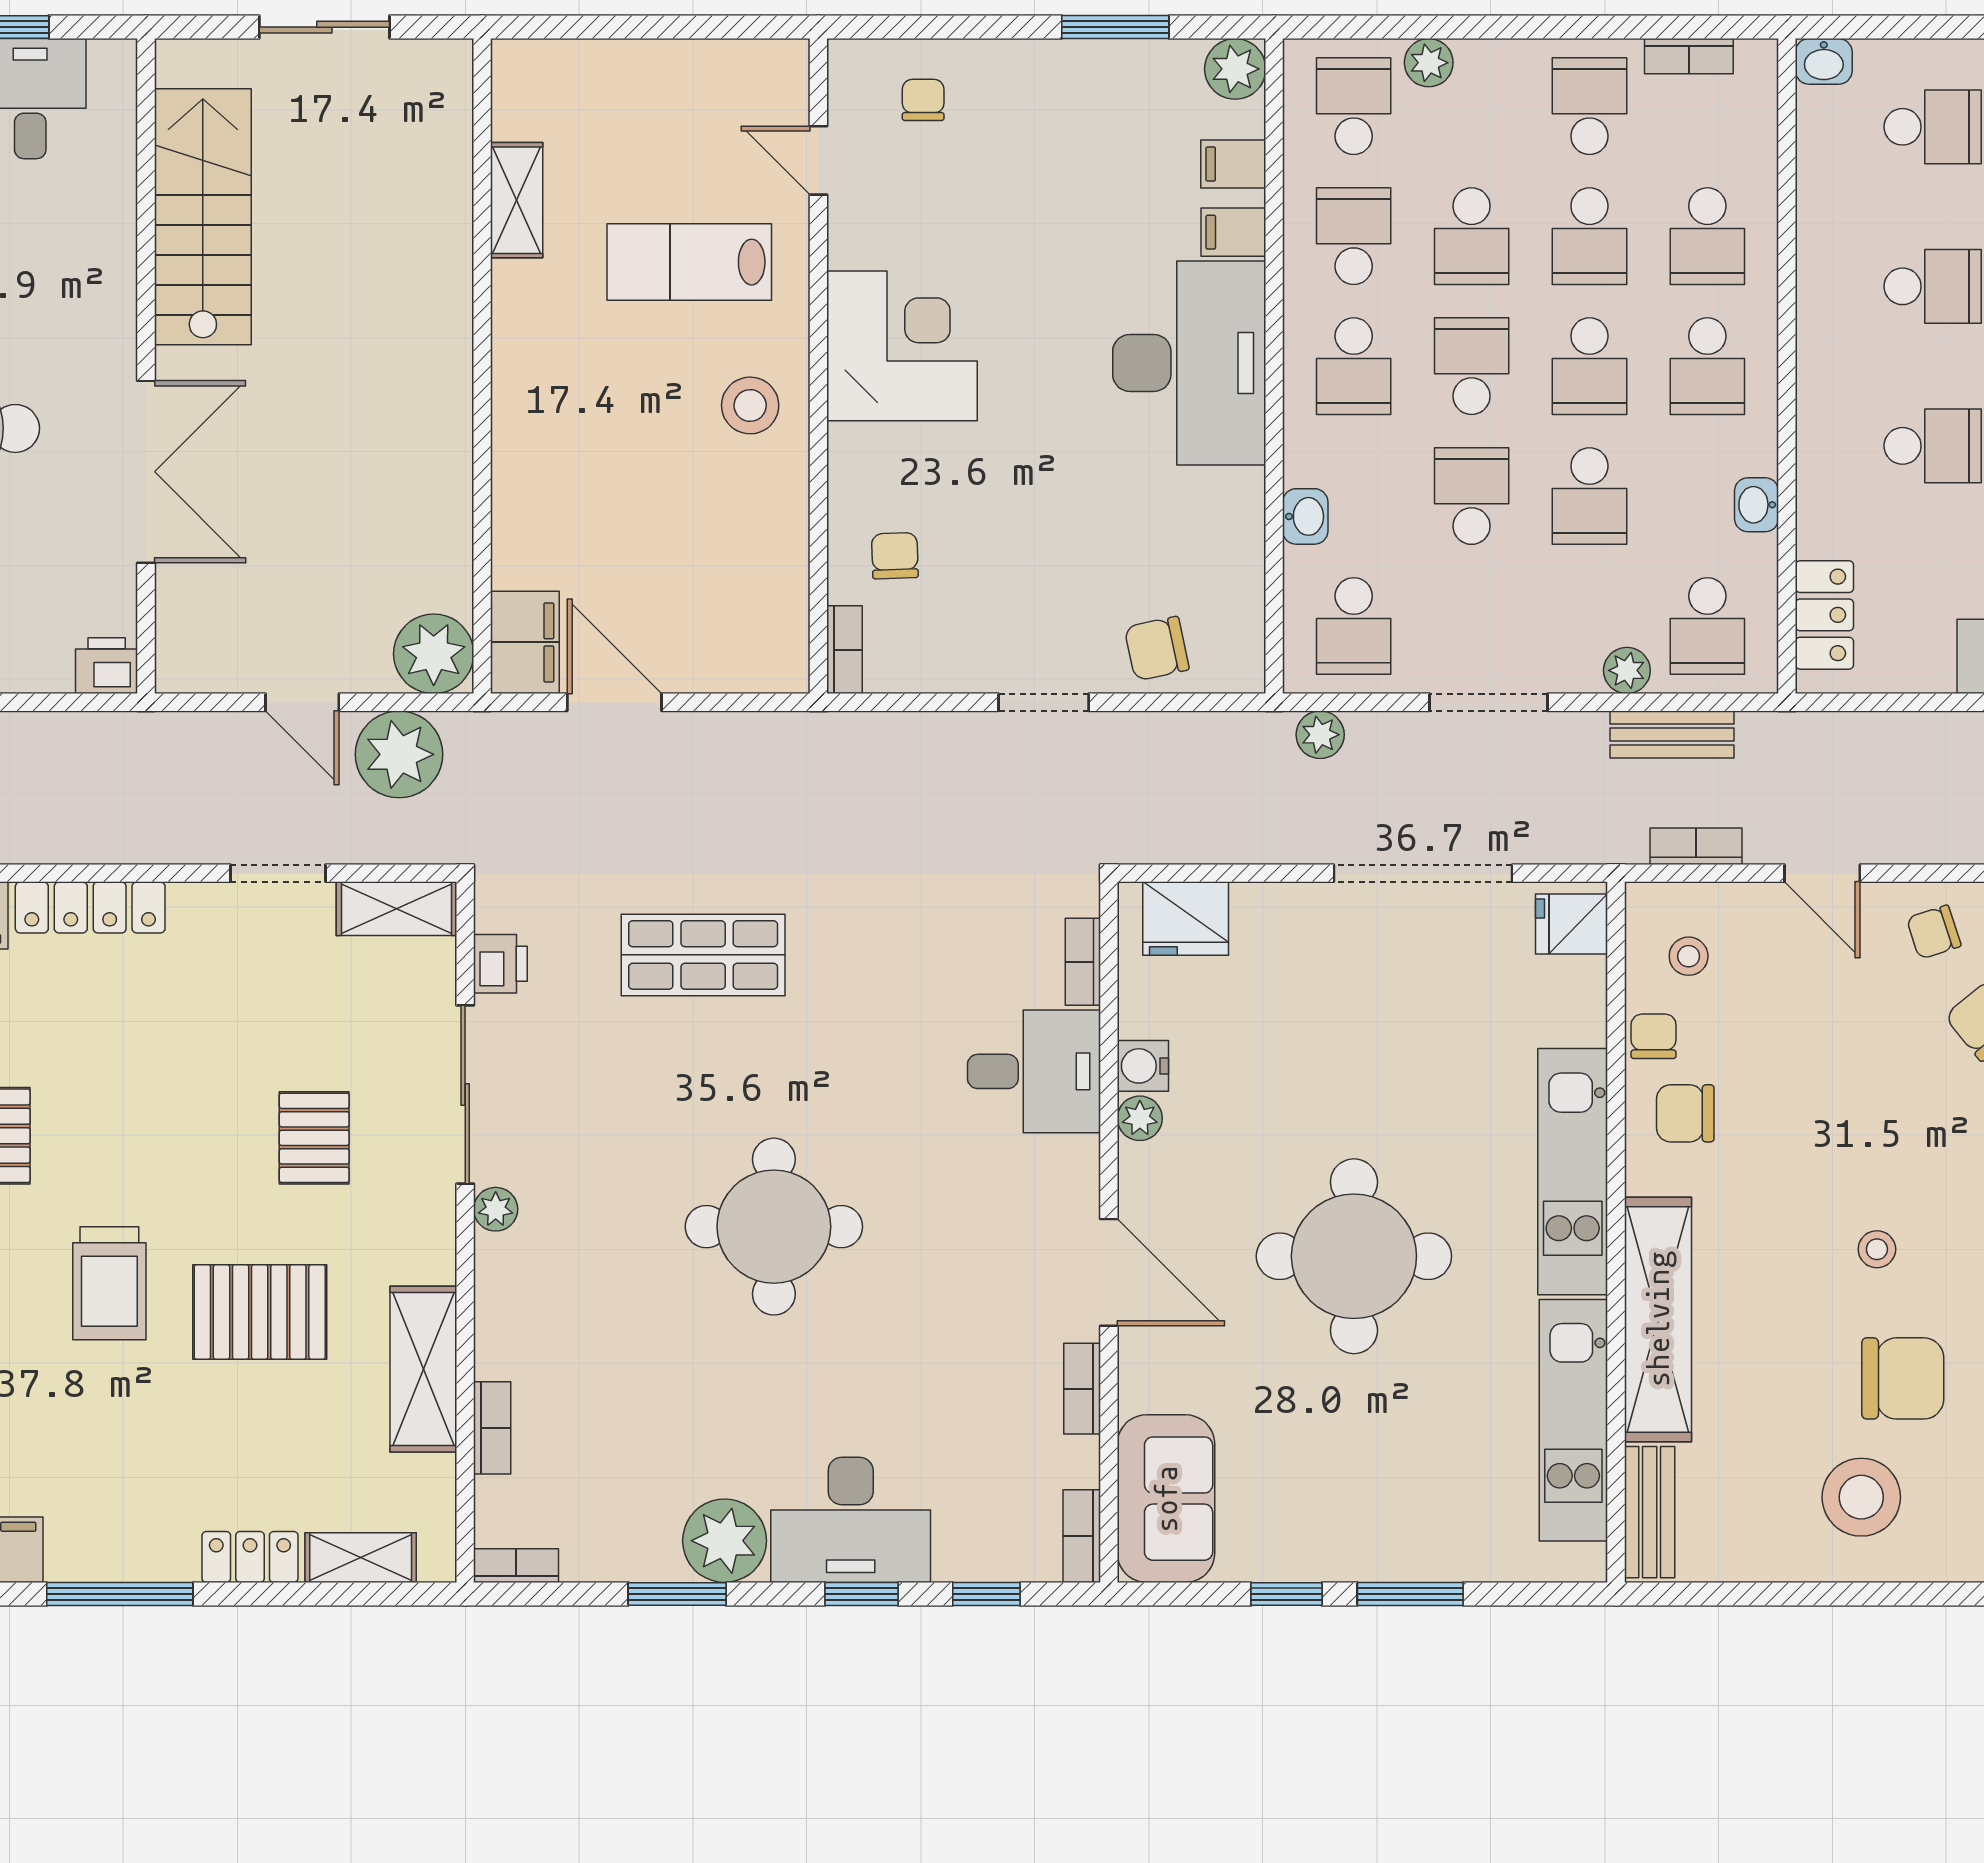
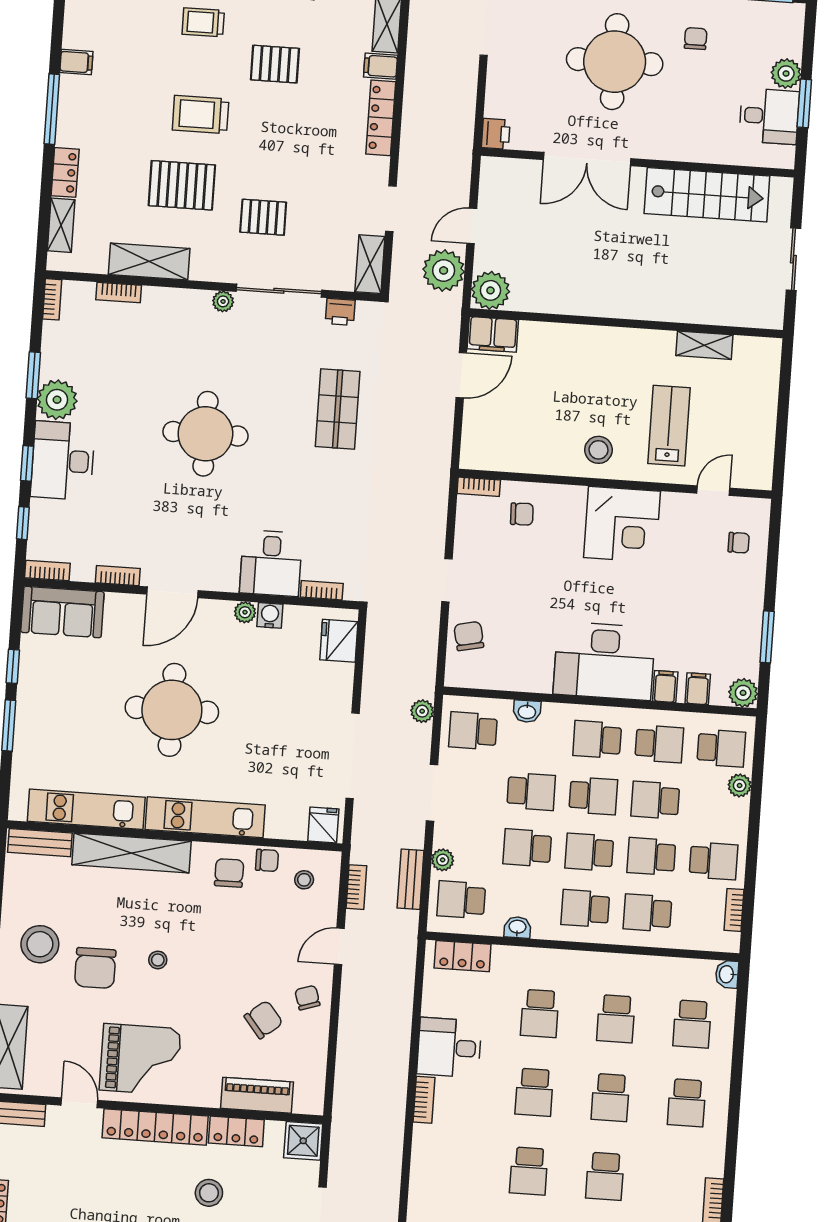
pallet: (260, 1312) -> (182, 185), turned 90

